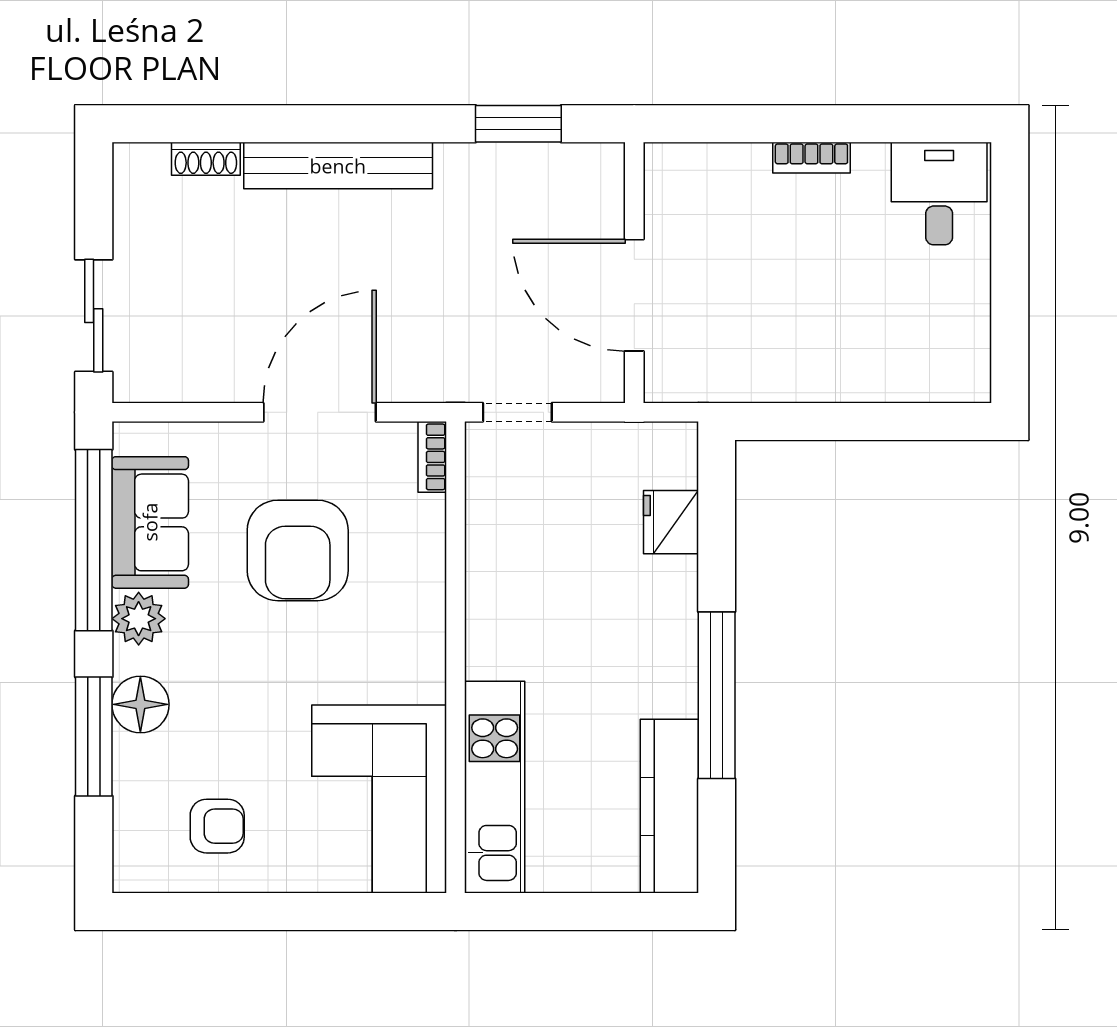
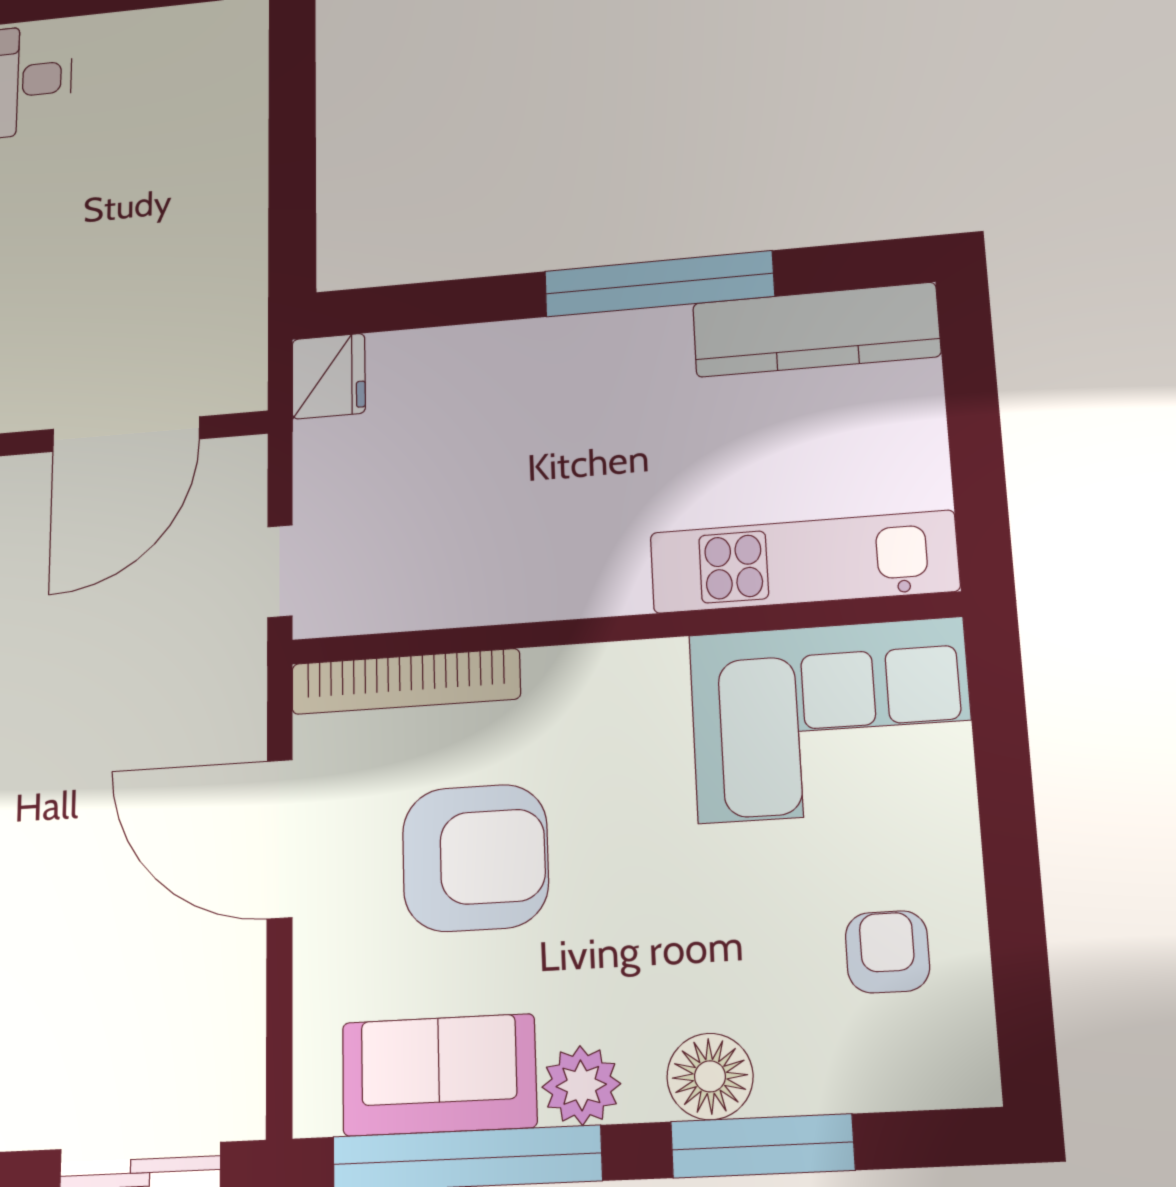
bookcase: (432, 457) -> (406, 681), width x2.31, depth x1.31
fridge: (671, 522) -> (329, 376), moved, turned -90

